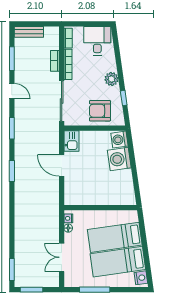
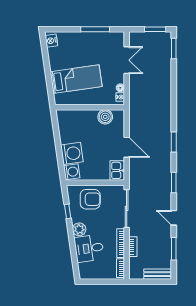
desk: (97, 41) -> (89, 248), moved, turned 82
boiler: (84, 198) -> (105, 117), added
bed: (118, 262) -> (73, 56), removed

